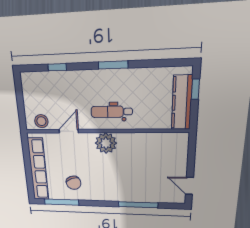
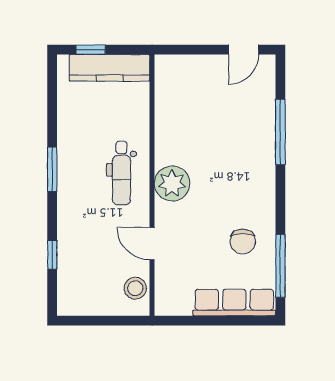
row of seats: (38, 169) -> (234, 303), width x0.73
chair: (74, 183) -> (243, 242), turned 111

